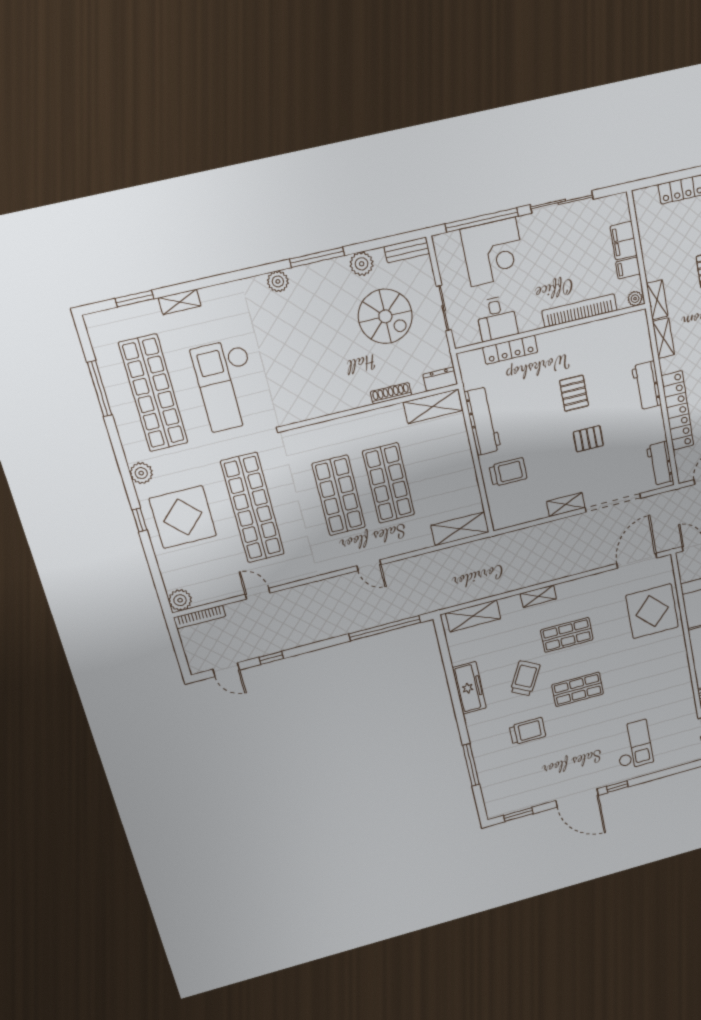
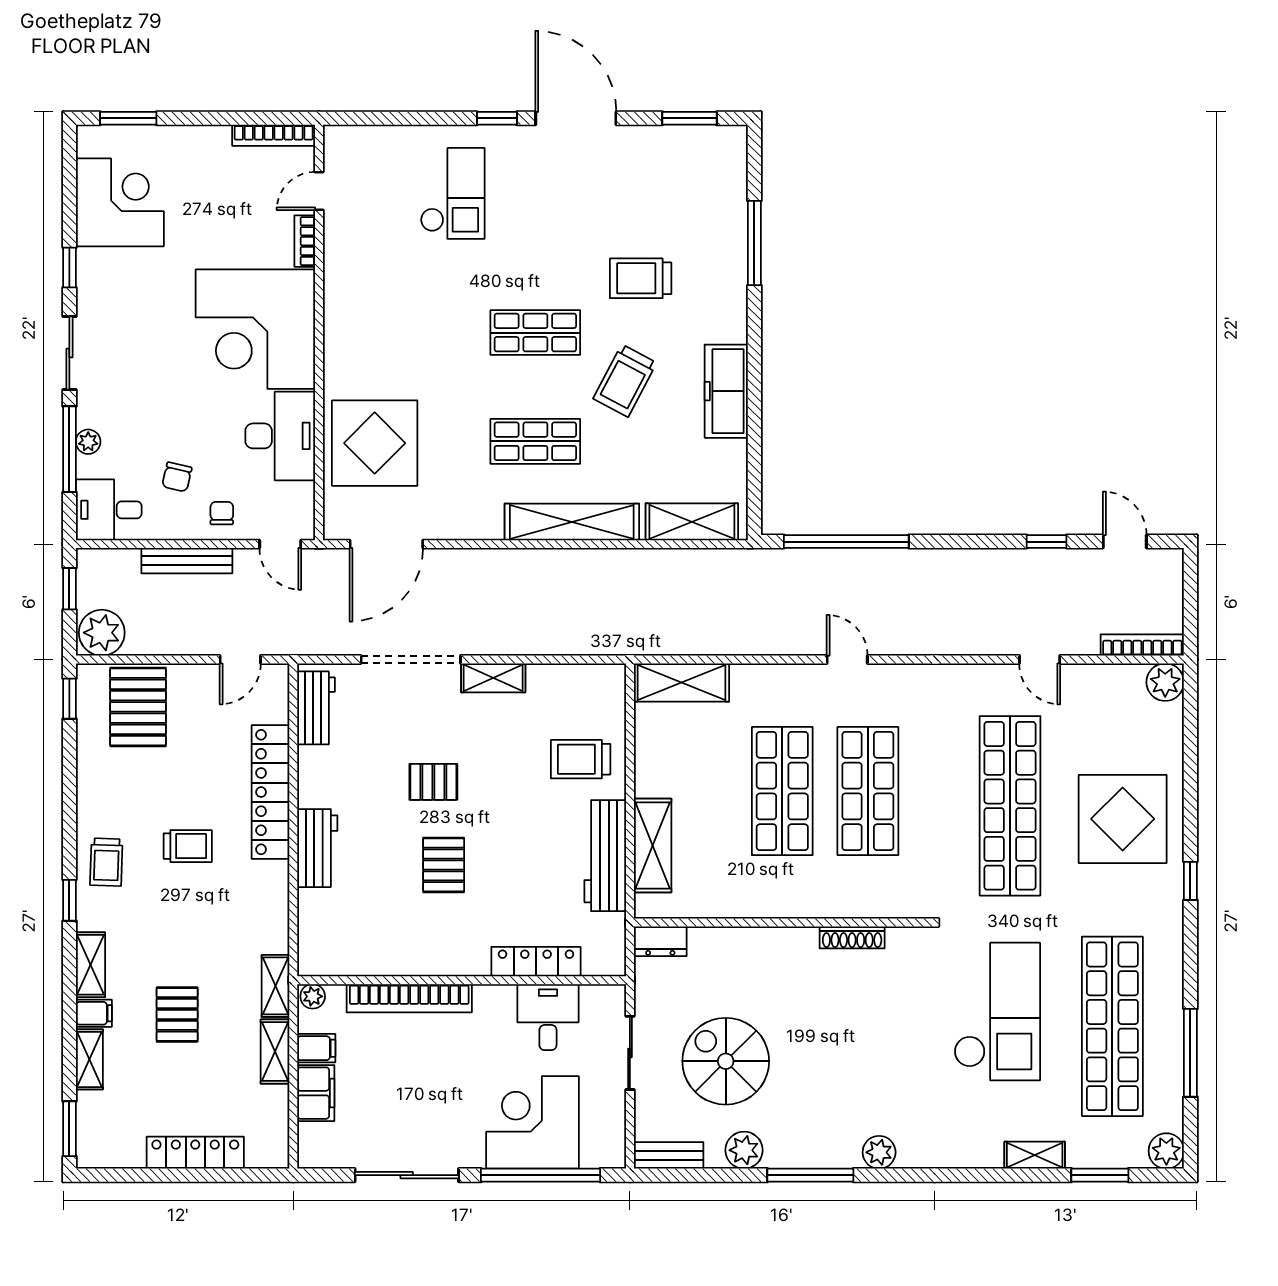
shelving: (664, 338) -> (275, 1052), moved
shoe rack: (391, 393) -> (852, 937), moved
shelving: (433, 406) -> (653, 845), moved, turned 90
plant: (141, 473) -> (1166, 1151), moved
window: (140, 520) -> (1190, 881), moved
shelving: (538, 596) -> (572, 522), width x2.20, depth x1.33
checkout: (634, 745) -> (453, 193), turned 180

